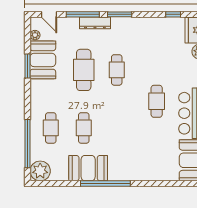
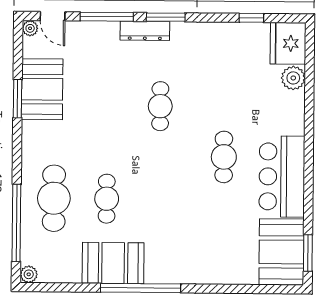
dresser: (95, 23) -> (145, 31), moved
plant: (35, 35) -> (30, 28), moved
cafe table: (84, 70) -> (107, 106), removed
cafe table: (51, 128) -> (54, 198), width x1.37, depth x1.35
plant: (40, 171) -> (29, 274), width x0.53, depth x0.53

